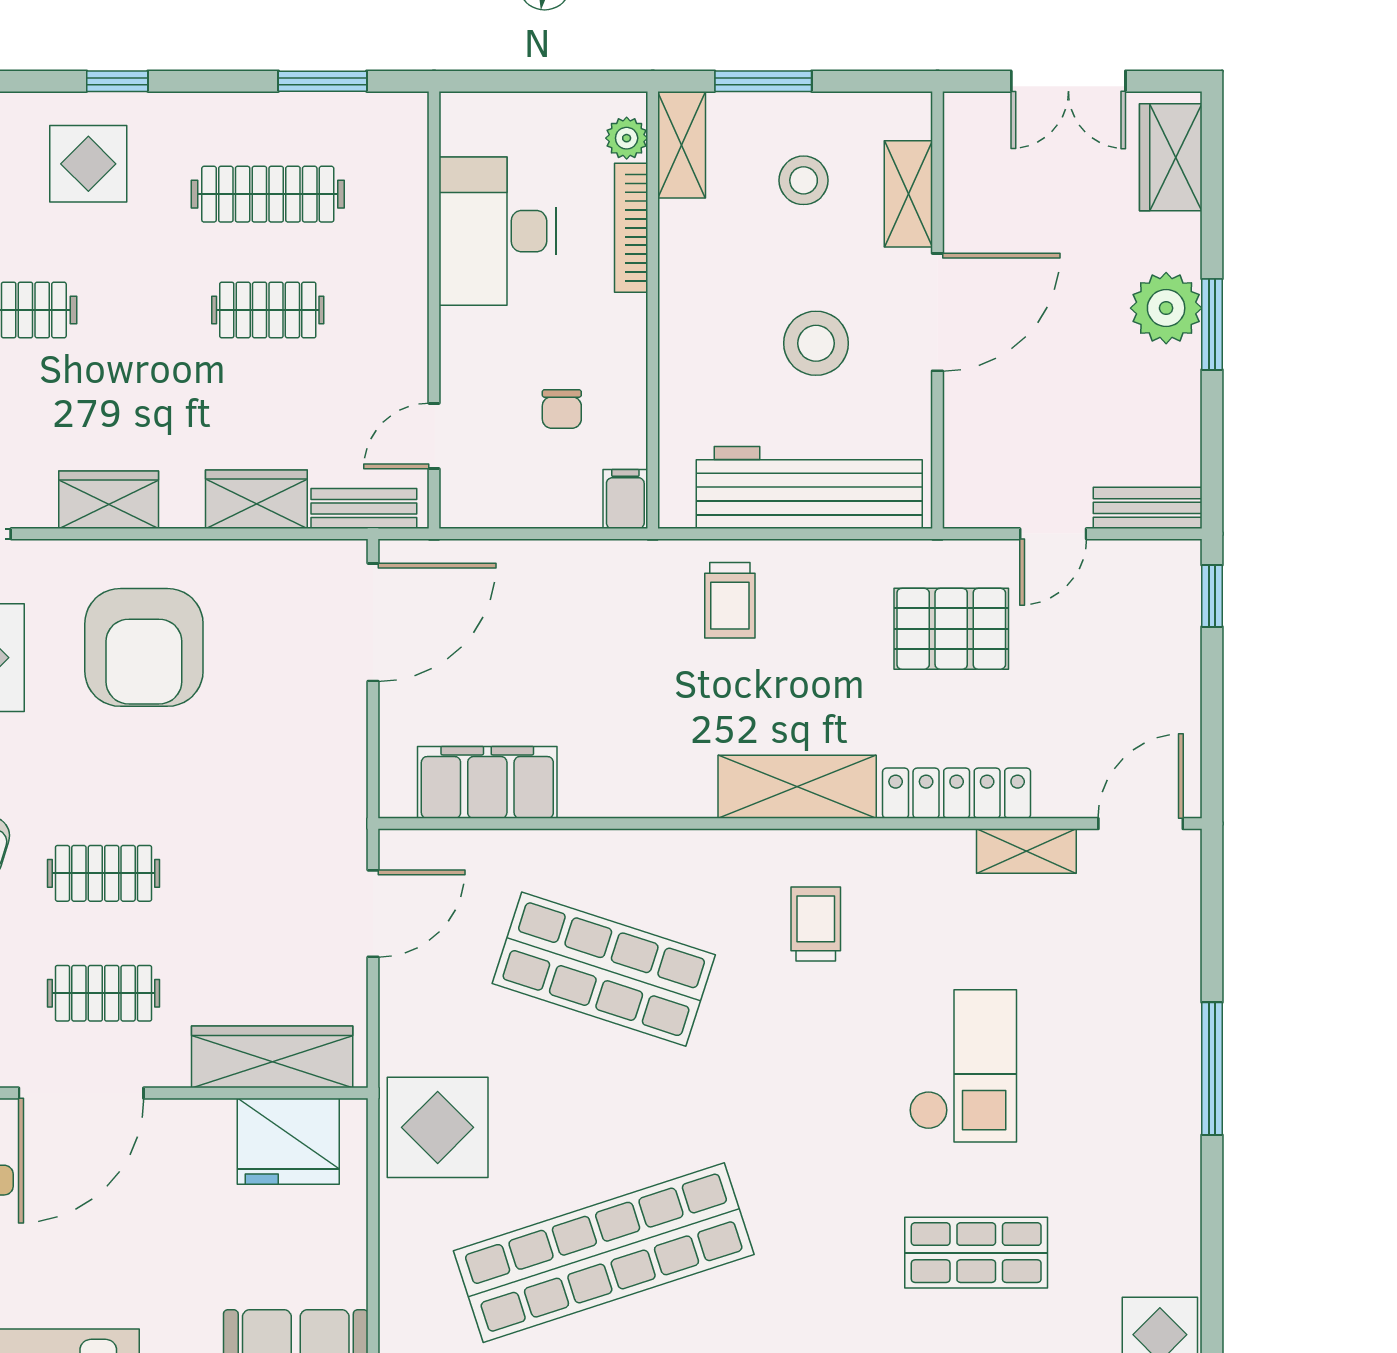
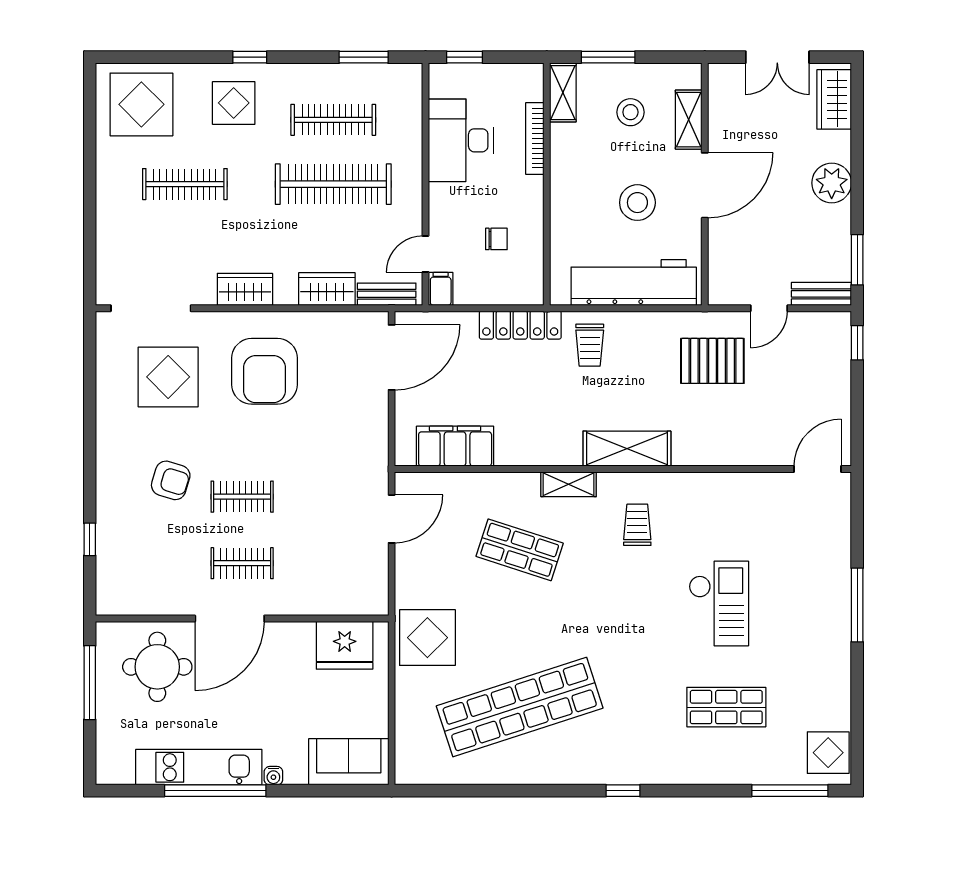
window: (504, 81) -> (465, 57), added
plant: (627, 138) -> (532, 89), removed
clothes rail: (268, 310) -> (333, 184), width x1.86, depth x1.31
window: (1212, 324) -> (857, 260), moved
chair: (562, 409) -> (496, 239), turned -90
filing cabinet: (625, 499) -> (441, 289), moved
locker: (957, 793) -> (520, 325), moved, turned 180
shelving: (1026, 851) -> (569, 484), moved
shop shelf: (604, 969) -> (520, 550), width x0.70, depth x0.74
wardrobe: (272, 1057) -> (336, 598), removed

